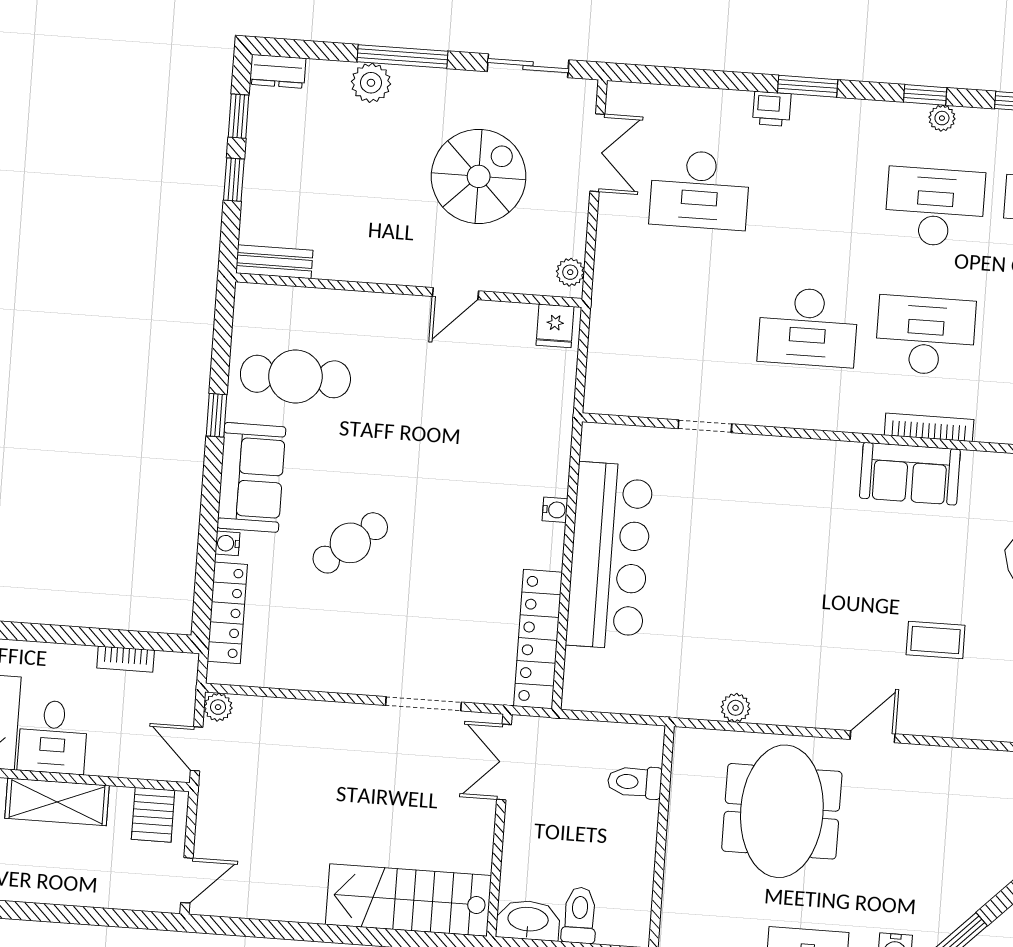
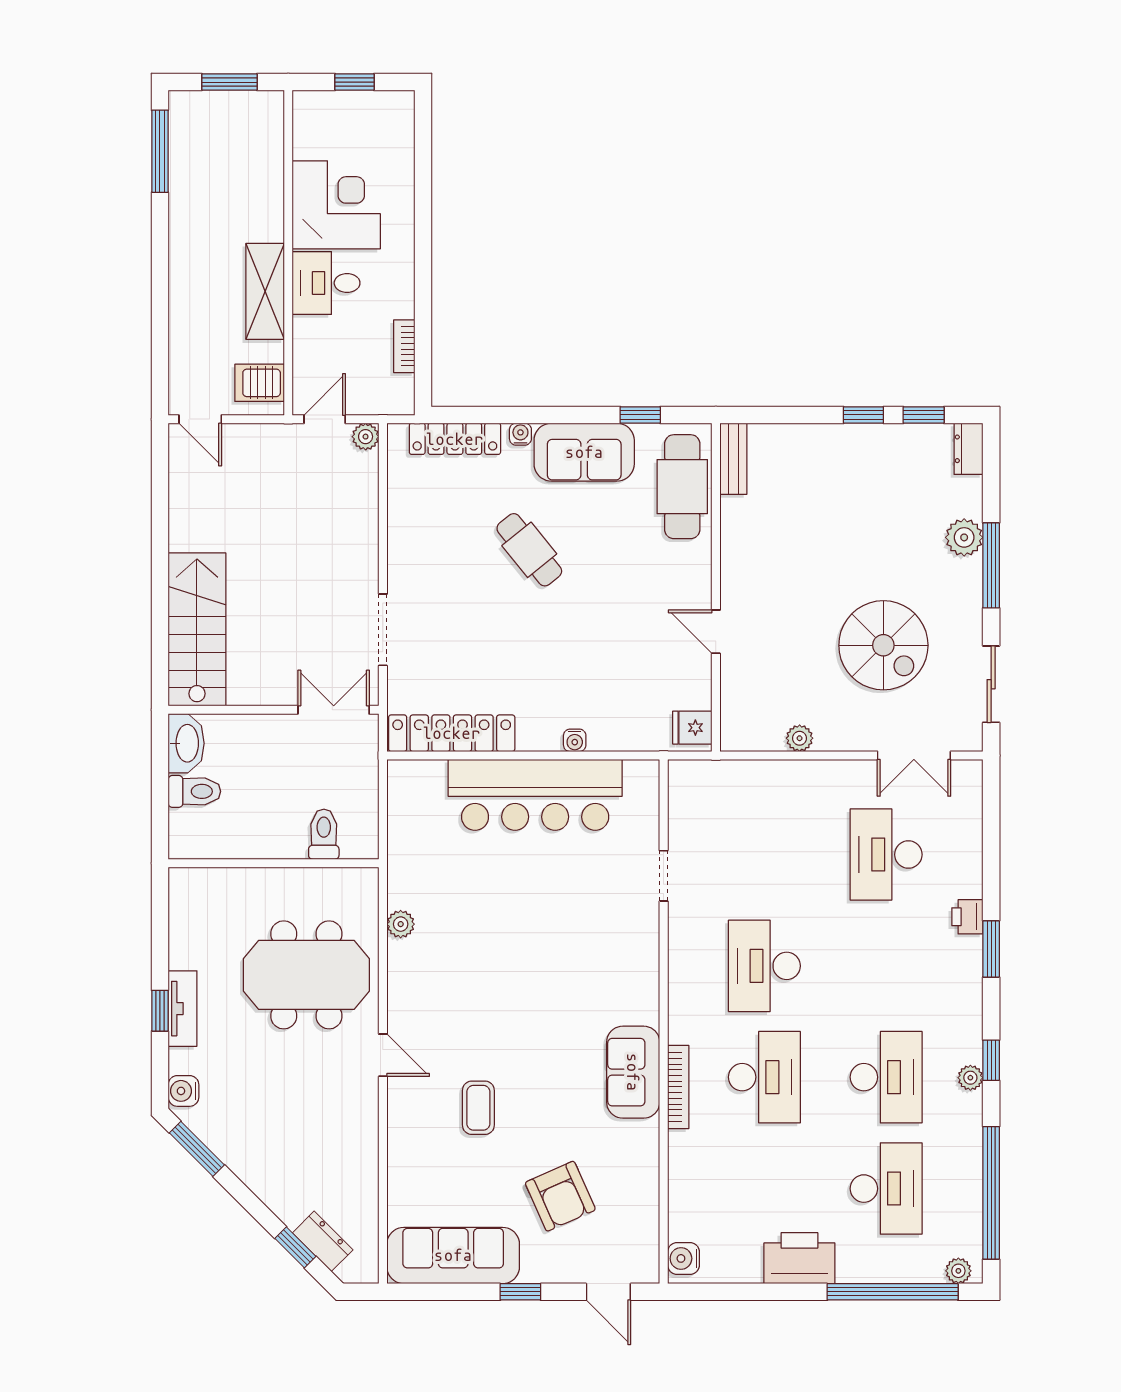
bench: (274, 262) -> (733, 459), moved
wall: (409, 290) -> (716, 587), moved
door: (456, 294) -> (716, 632), moved
fridge: (555, 326) -> (692, 728), moved

